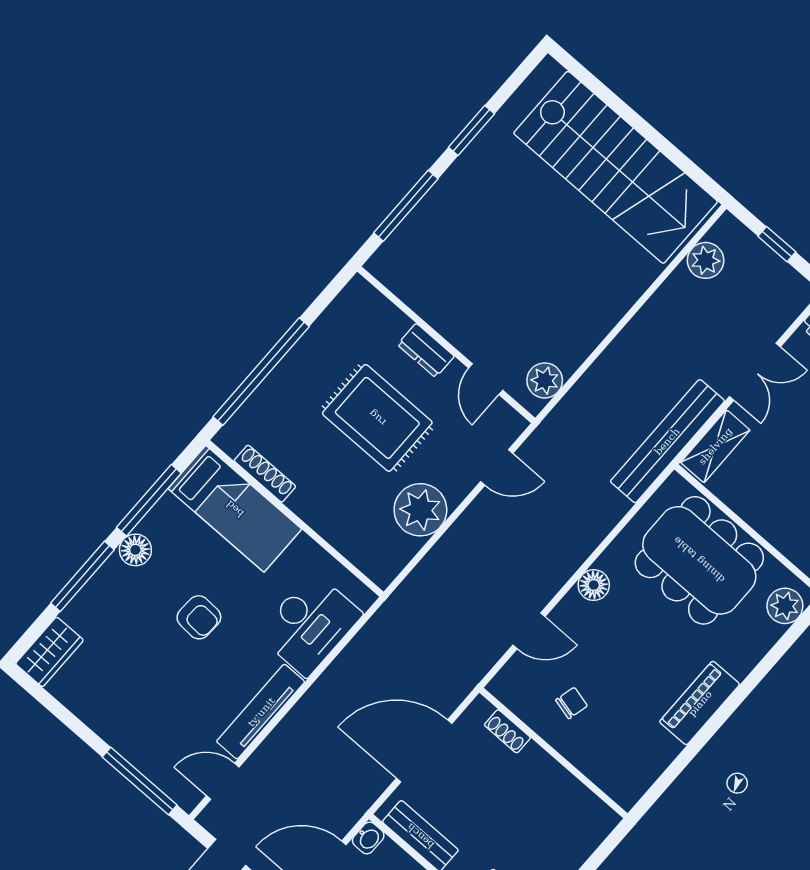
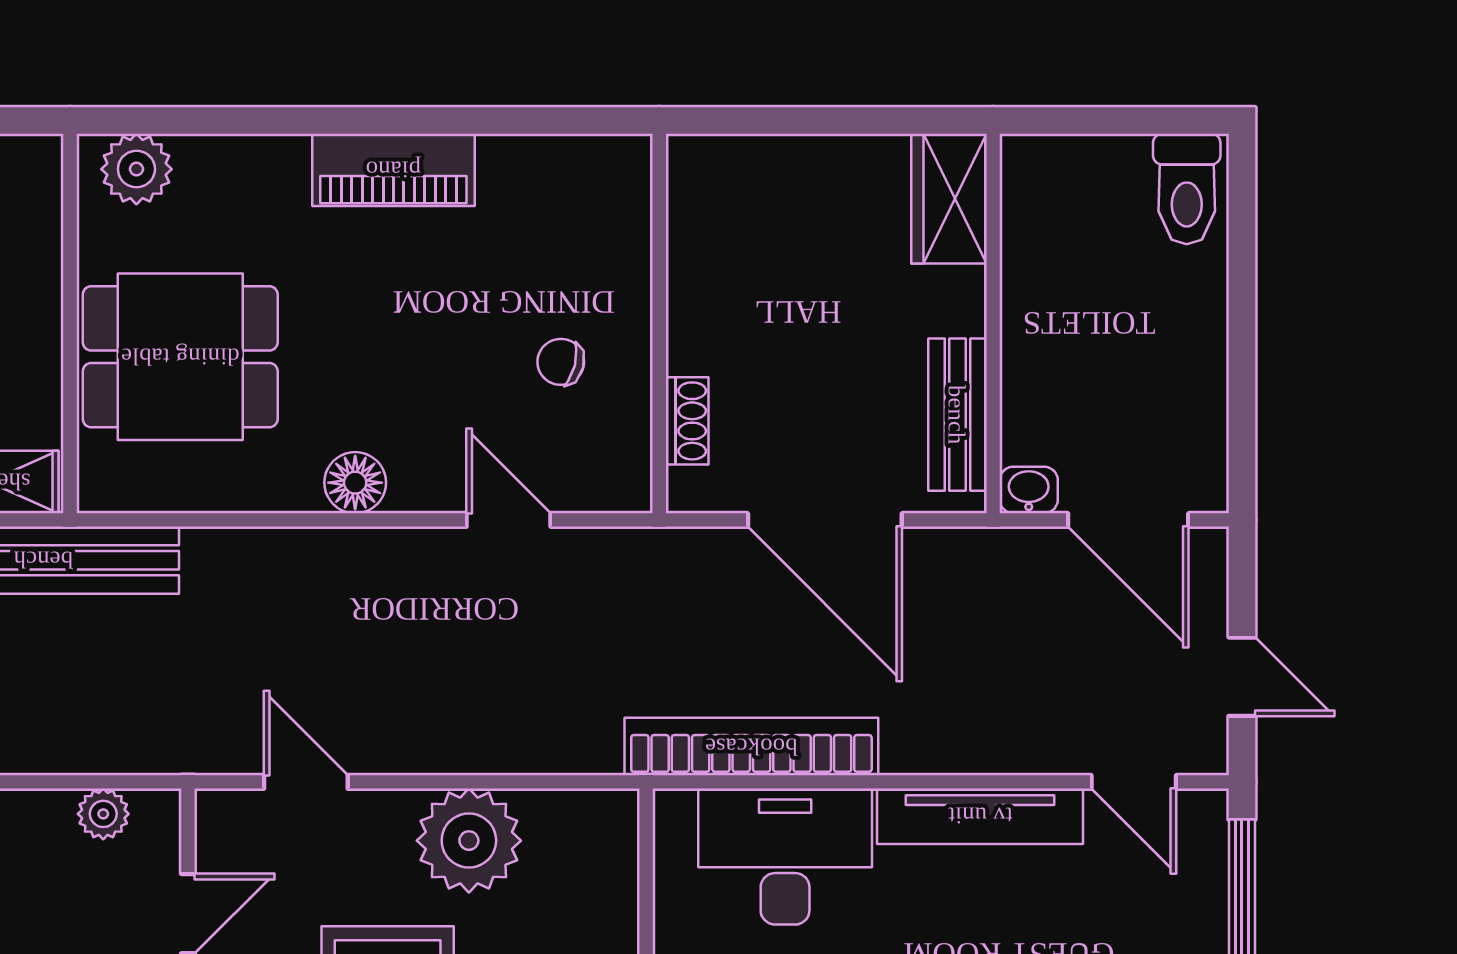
plant: (545, 380) -> (103, 814), width x0.73, depth x0.73
dining table: (699, 560) -> (180, 357), width x0.73
bookcase: (363, 648) -> (751, 747), added

